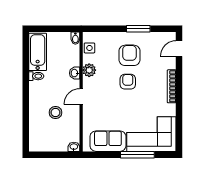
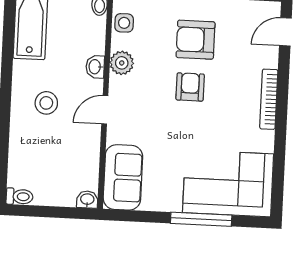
armchair: (129, 55) -> (196, 40), turned -90
toilet: (36, 76) -> (20, 197), moved
stool: (55, 113) -> (46, 103), moved
sofa: (108, 141) -> (123, 177), moved, turned 90

